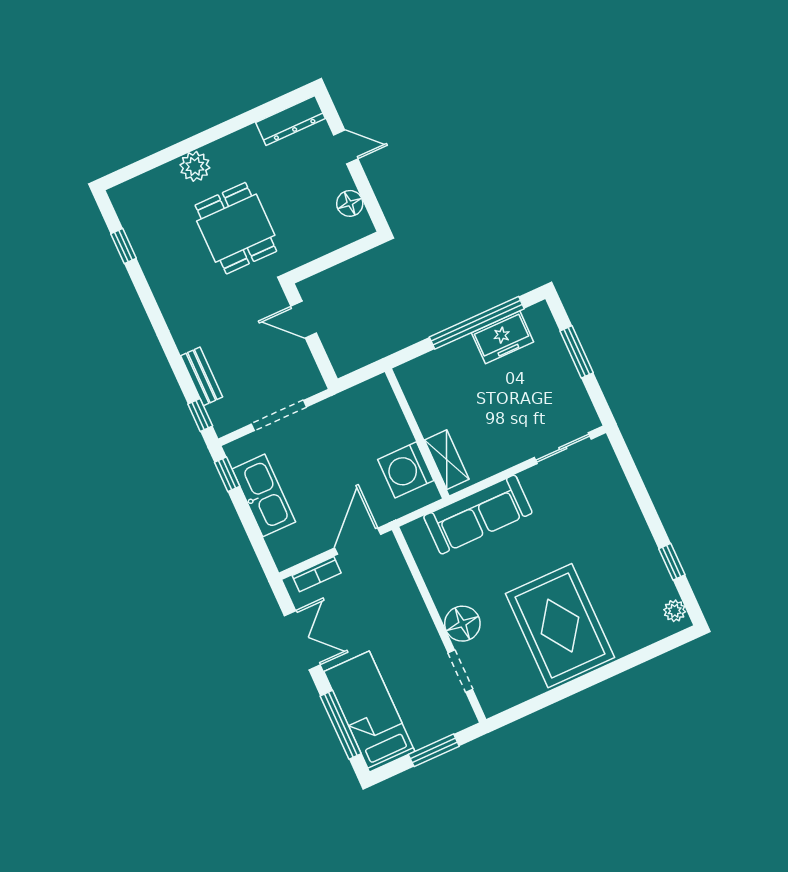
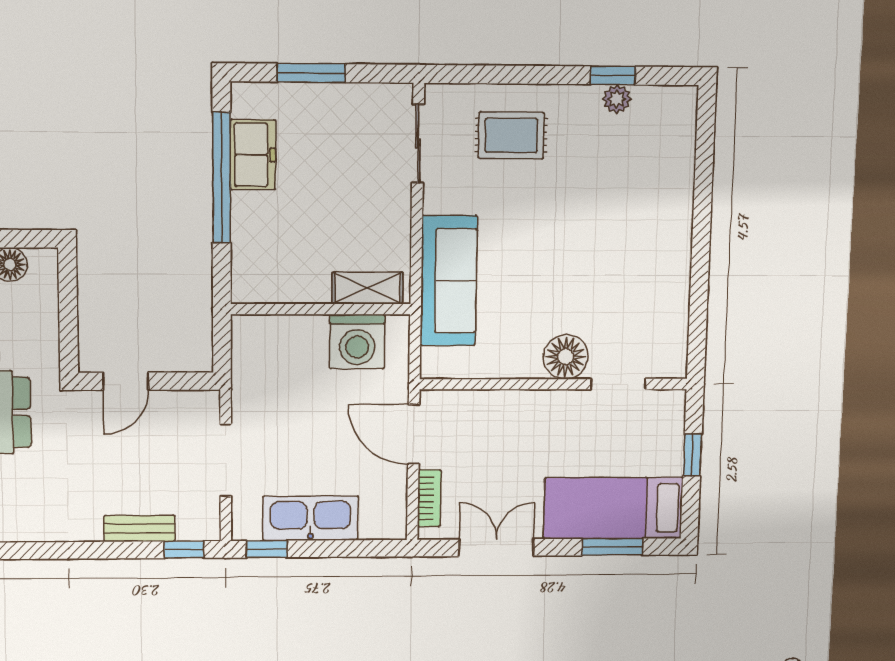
plant: (675, 611) -> (617, 99), moved
rug: (560, 626) -> (511, 135), moved, width x0.54, depth x0.49
window: (341, 725) -> (612, 547), width x0.69
window: (434, 750) -> (692, 455), width x0.67

